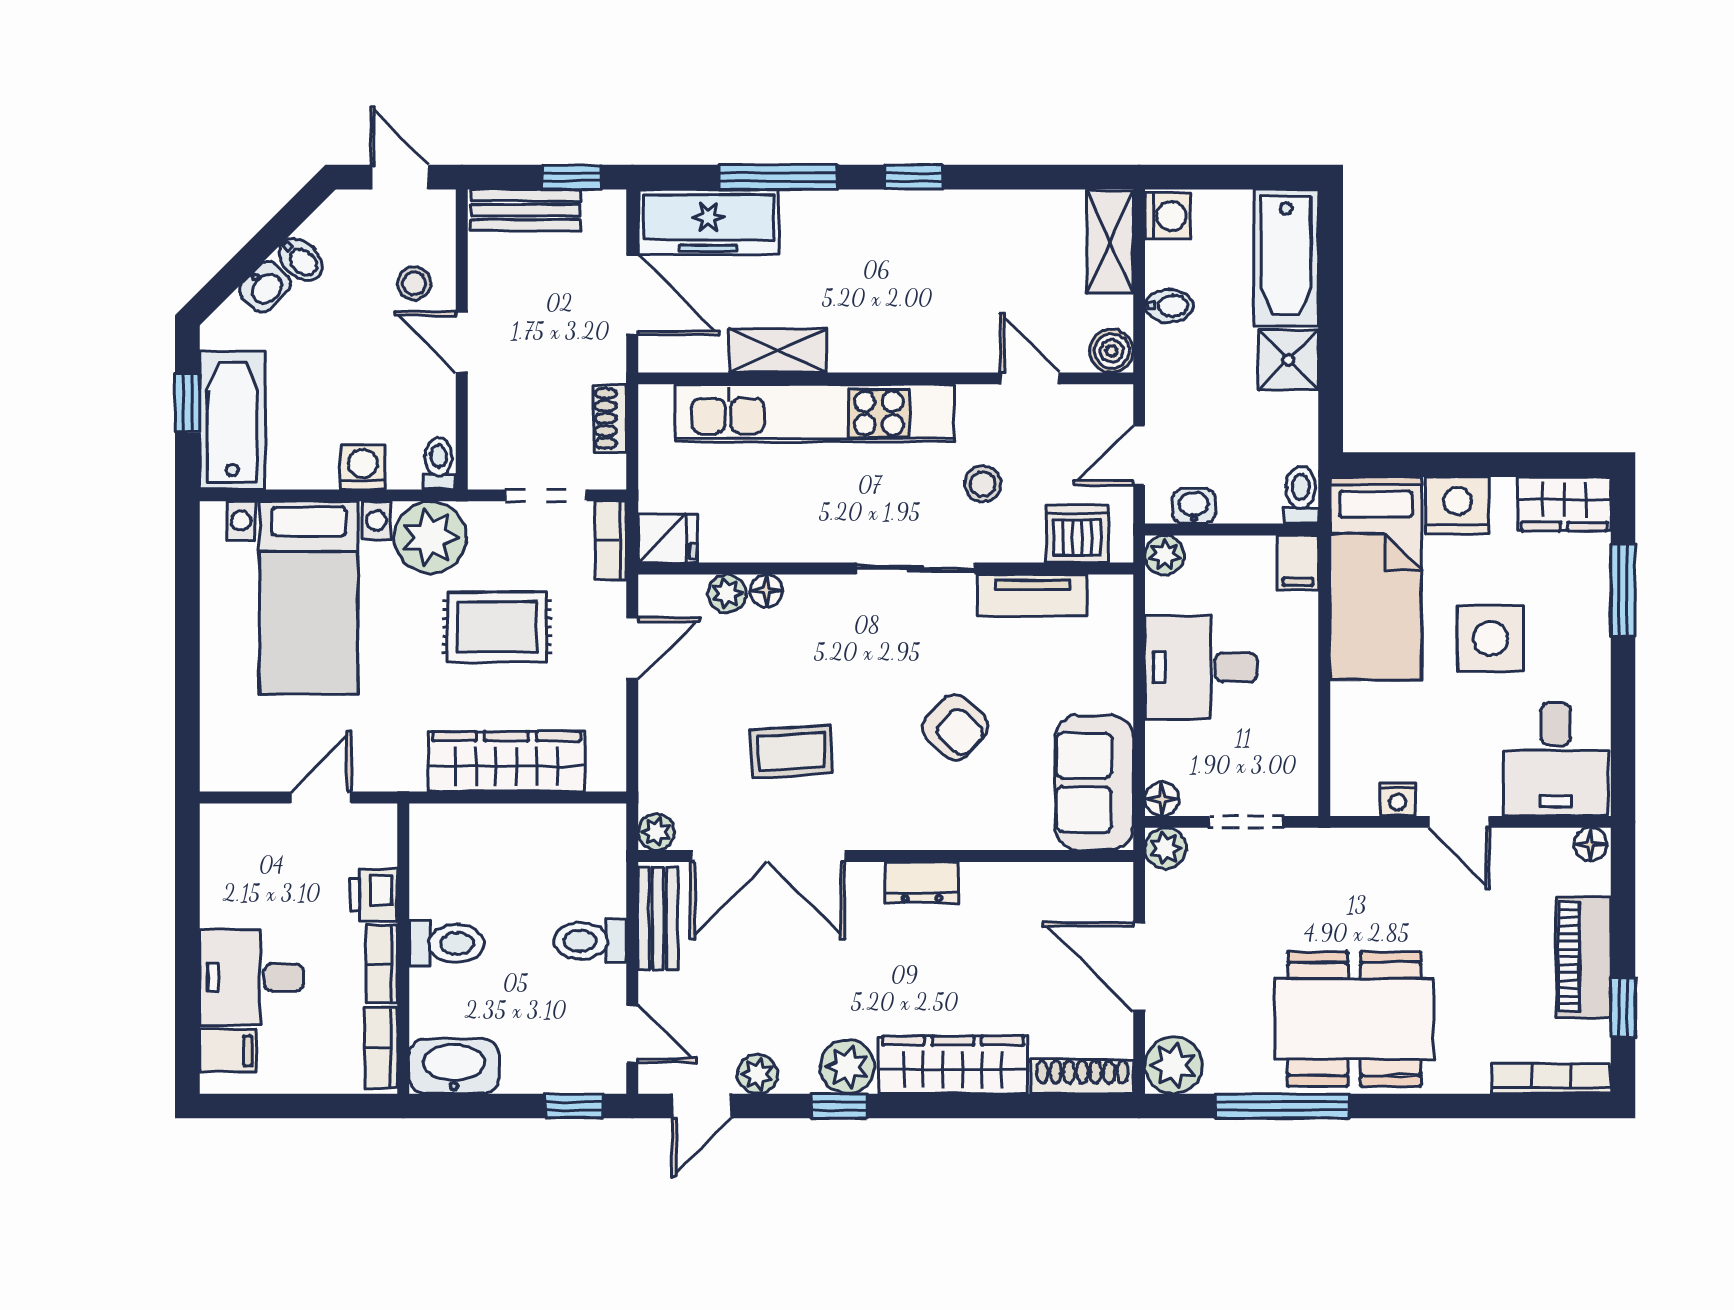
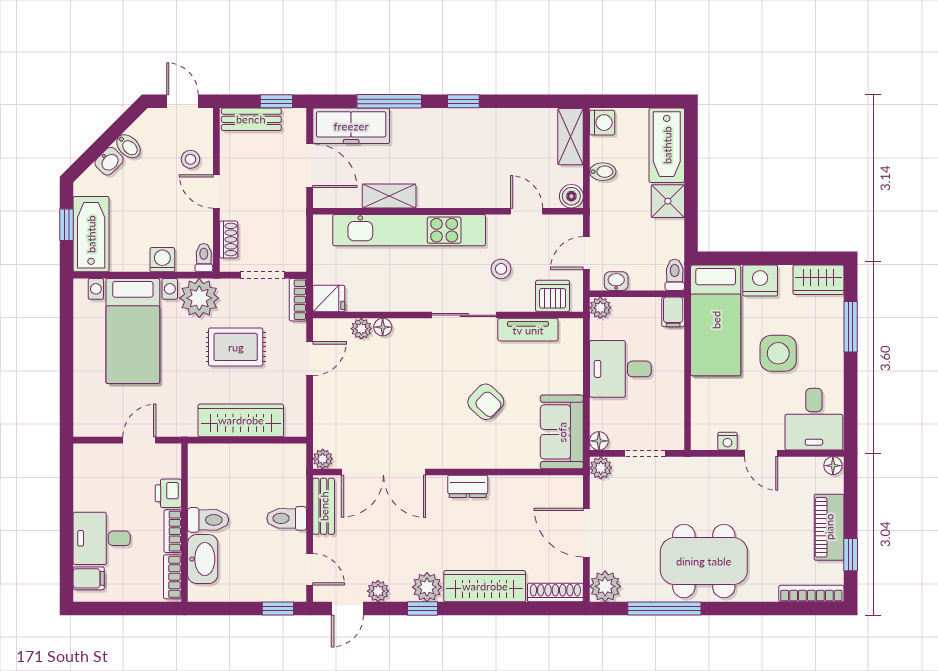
shoe rack: (610, 418) -> (229, 239), moved, turned 180
coffee table: (791, 752) -> (396, 415), removed
washbasin: (454, 1066) -> (203, 559), moved, turned 90

